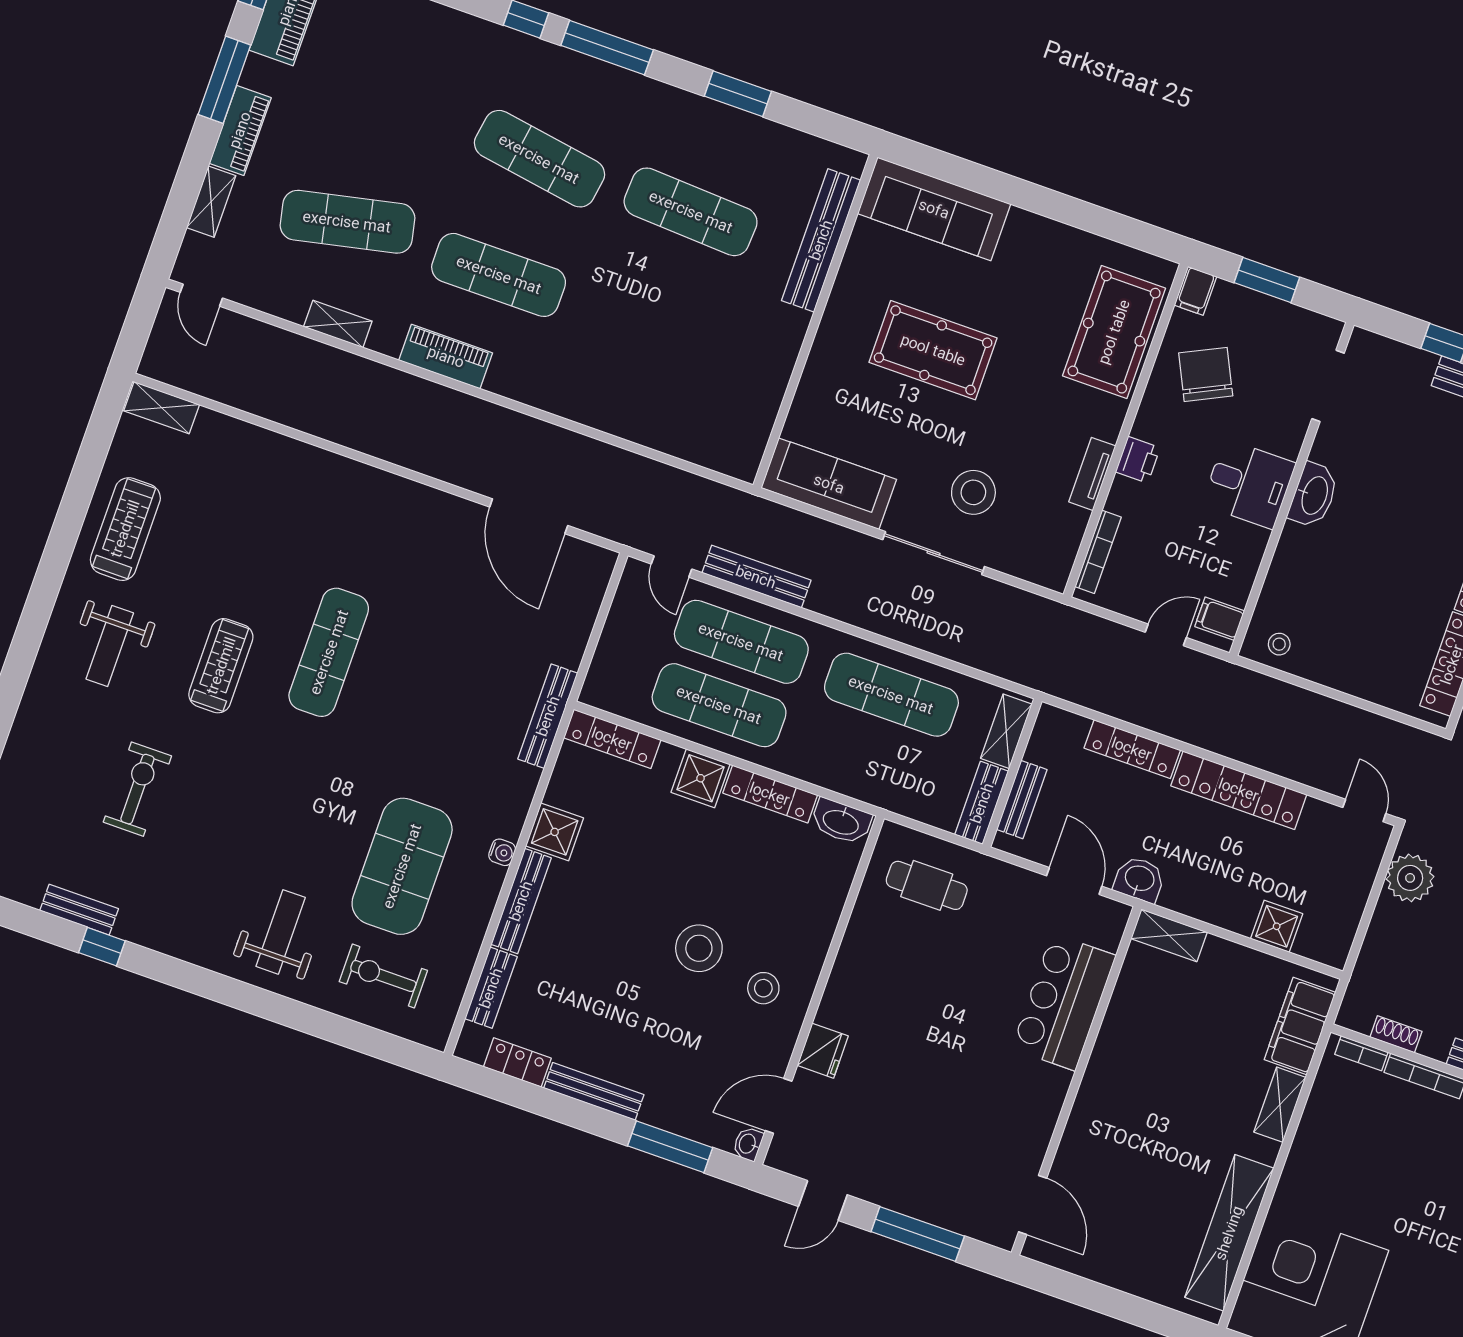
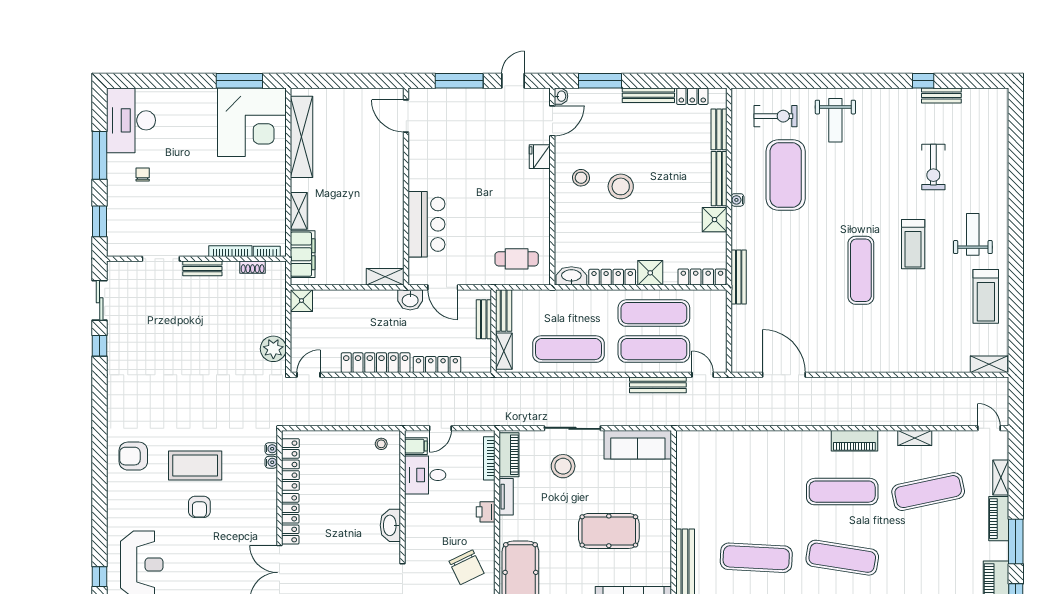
desk: (1249, 484) -> (425, 475), moved
piano: (1061, 546) -> (509, 455), added
door: (1364, 810) -> (308, 375), swing flipped
shower: (1277, 926) -> (301, 301), moved

